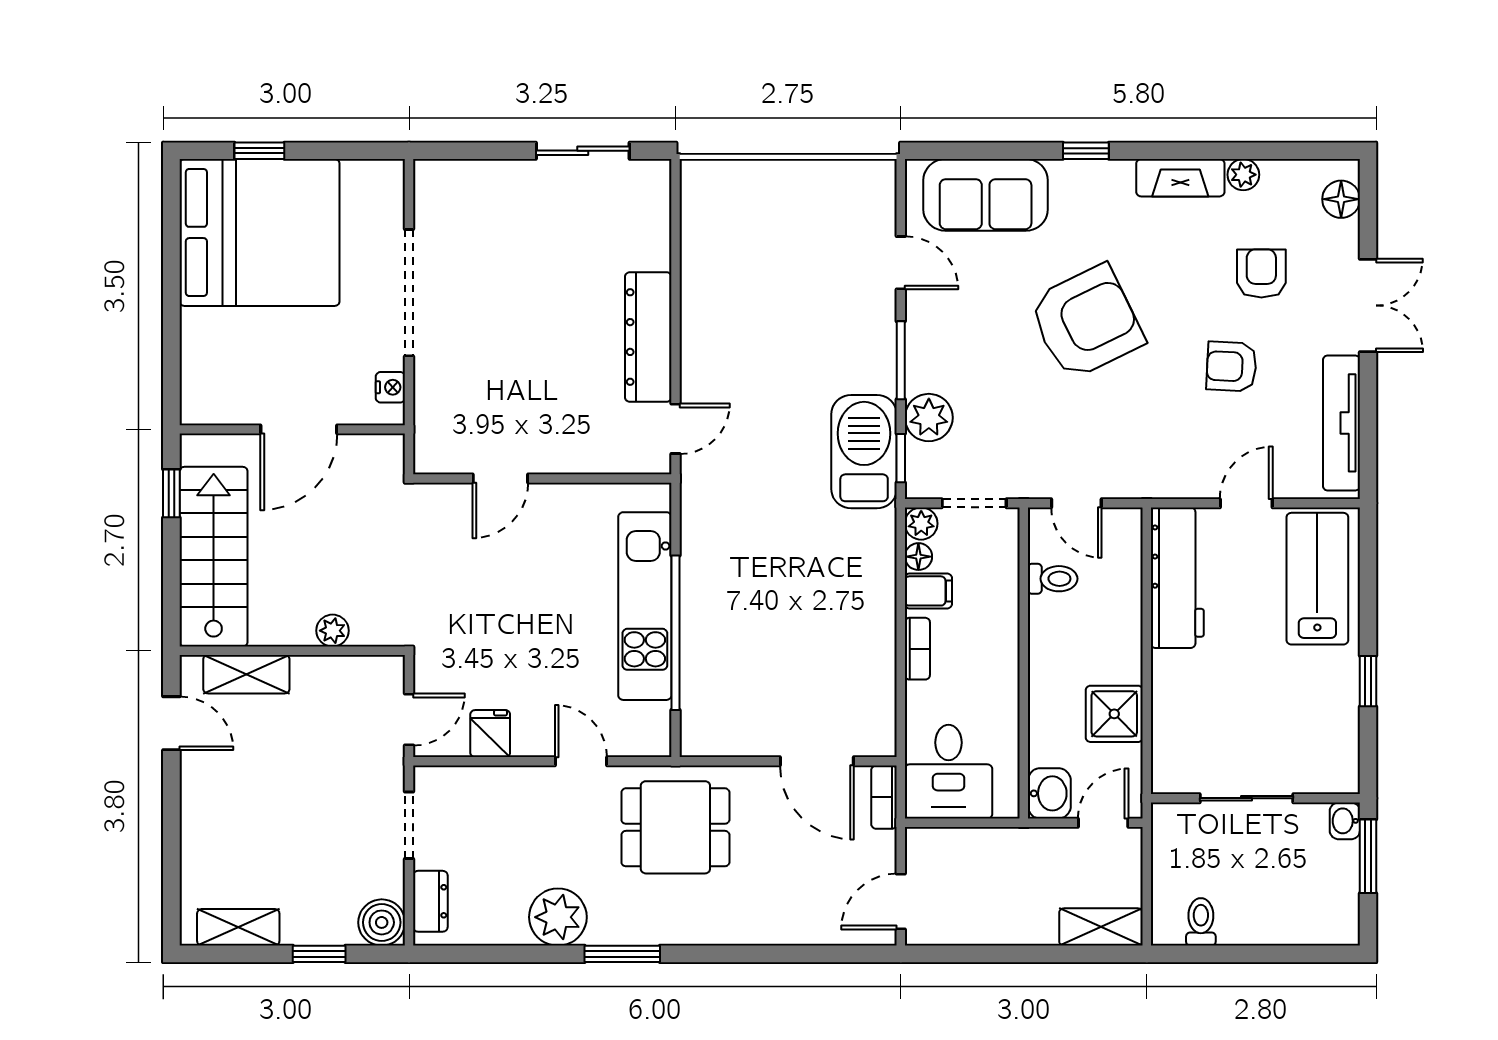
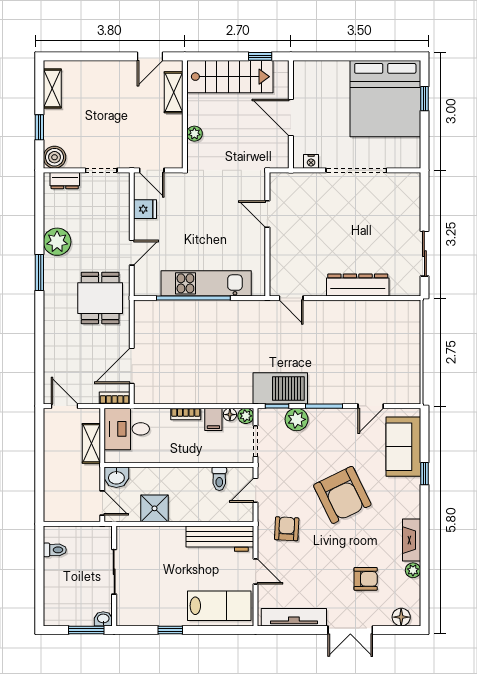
window: (1086, 151) -> (424, 474), moved
dresser: (648, 337) -> (358, 285), moved
armchair: (1231, 367) -> (287, 529), moved
shelving: (1101, 927) -> (91, 443), moved

